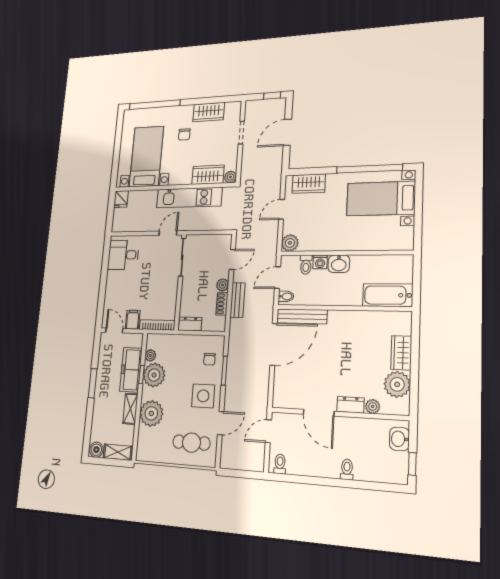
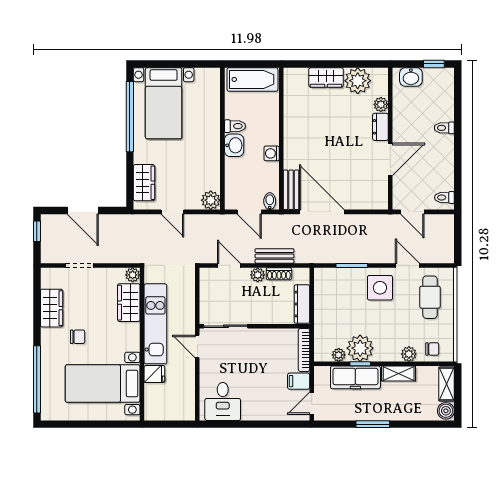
fridge: (121, 199) -> (154, 374), moved
washing machine: (320, 262) -> (272, 153), moved, turned 180
toilet: (306, 265) -> (235, 126), moved
bathtub: (388, 295) -> (252, 79), moved, turned -90
bench: (302, 316) -> (291, 190), width x0.73
dresser: (190, 324) -> (302, 304), width x1.44
chair: (209, 359) -> (432, 349), moved
plant: (151, 413) -> (409, 354), width x0.53, depth x0.53

